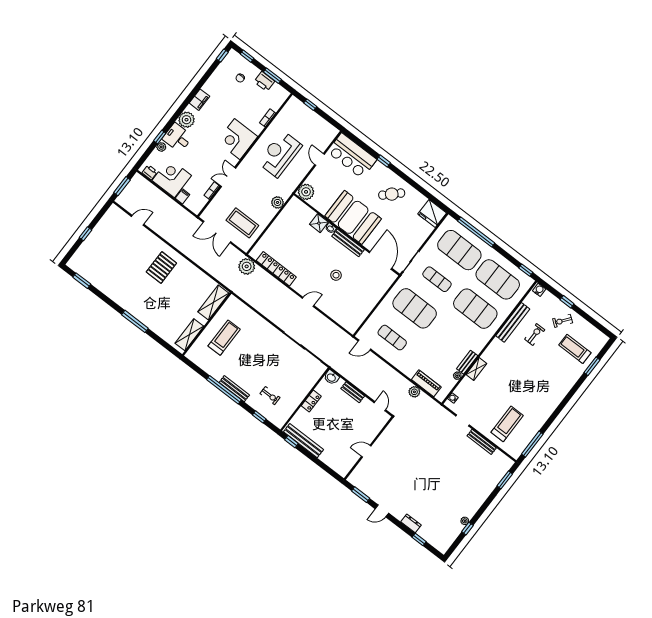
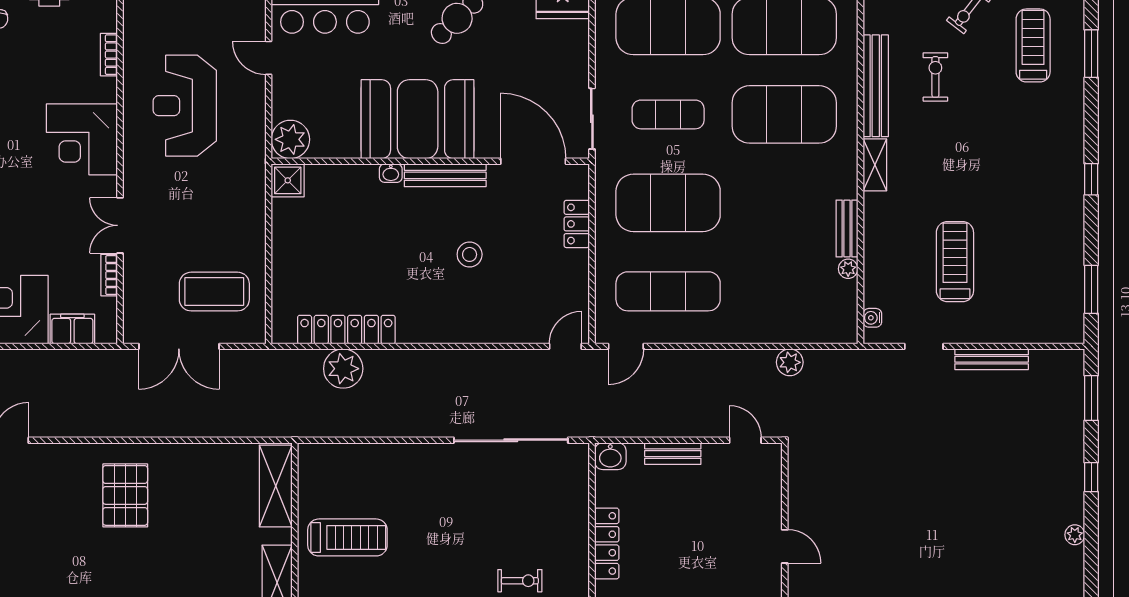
filing cabinet: (182, 196) -> (72, 329), width x2.00
plant: (277, 202) -> (251, 201), removed
shower: (319, 223) -> (288, 180), moved
plant: (247, 266) -> (343, 369), moved
locker: (379, 292) -> (577, 224), added
door: (308, 302) -> (565, 346), moved
treadmill: (224, 338) -> (347, 537), turned 90
exercise mat: (392, 338) -> (668, 291), width x1.36, depth x1.45
treadmill: (575, 349) -> (1033, 45), turned 90
shelving: (476, 369) -> (875, 165), moved
piano: (426, 383) -> (800, 329), removed
locker: (311, 401) -> (607, 543), width x1.53
window: (560, 408) -> (1091, 179), added
treadmill: (507, 424) -> (955, 262), moved
window: (532, 444) -> (1091, 289), width x0.69
door: (366, 451) -> (785, 546), swing flipped
window: (467, 529) -> (1091, 477), moved

